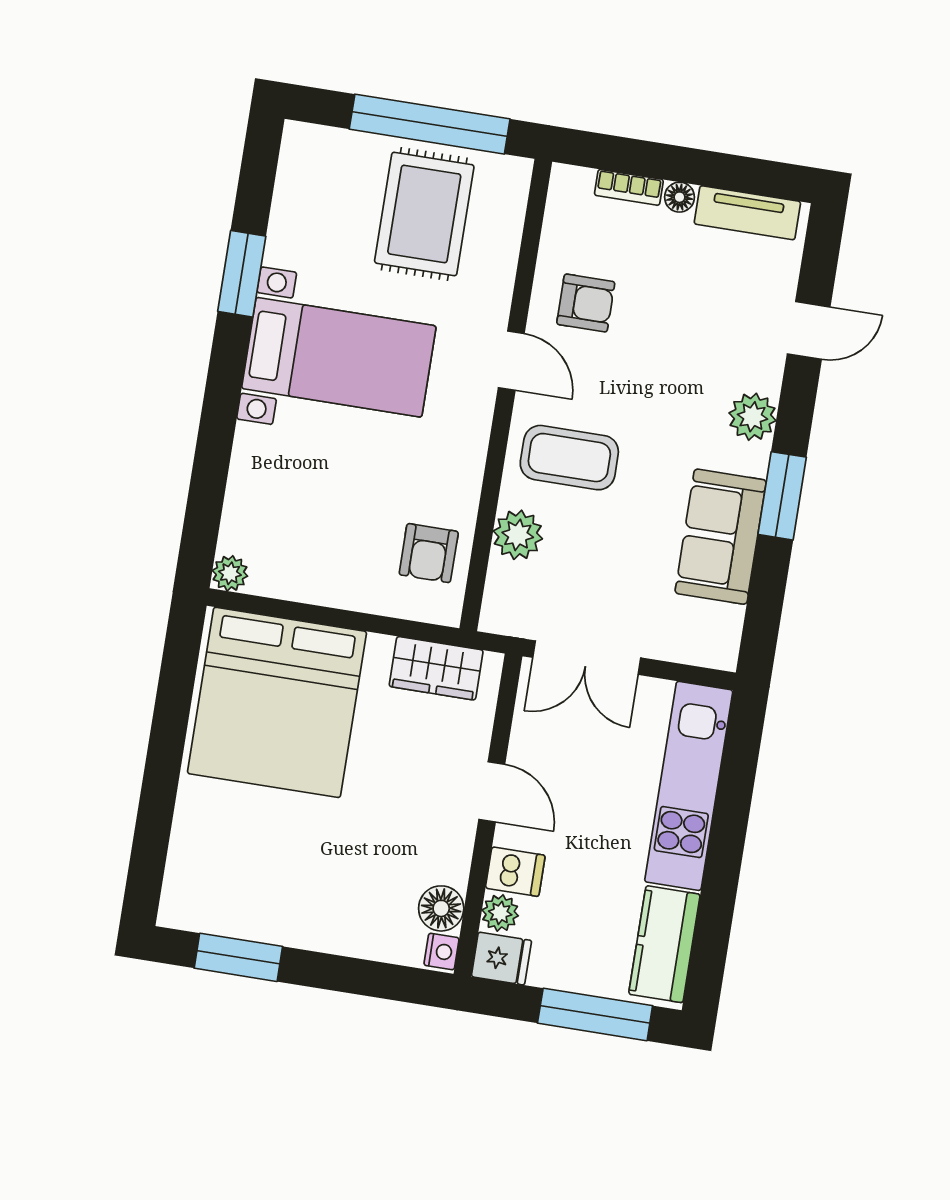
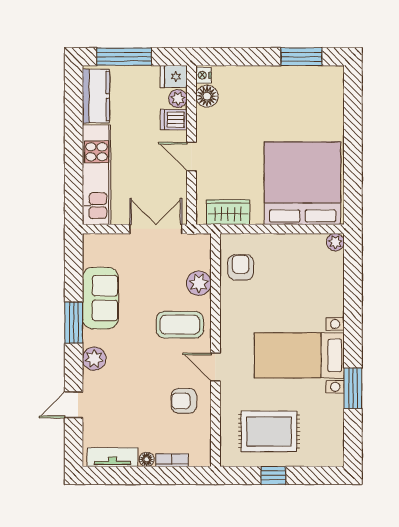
window: (430, 124) -> (273, 475), width x0.32
rug: (424, 214) -> (269, 431), turned 90

